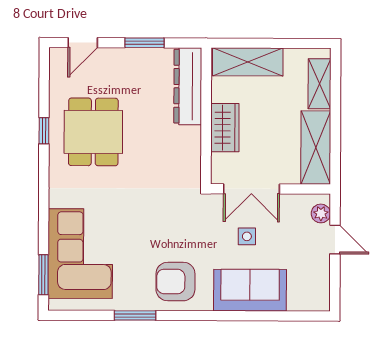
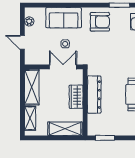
window: (145, 43) -> (105, 138), moved
dresser: (188, 86) -> (94, 95), moved
plant: (321, 213) -> (29, 21), moved

